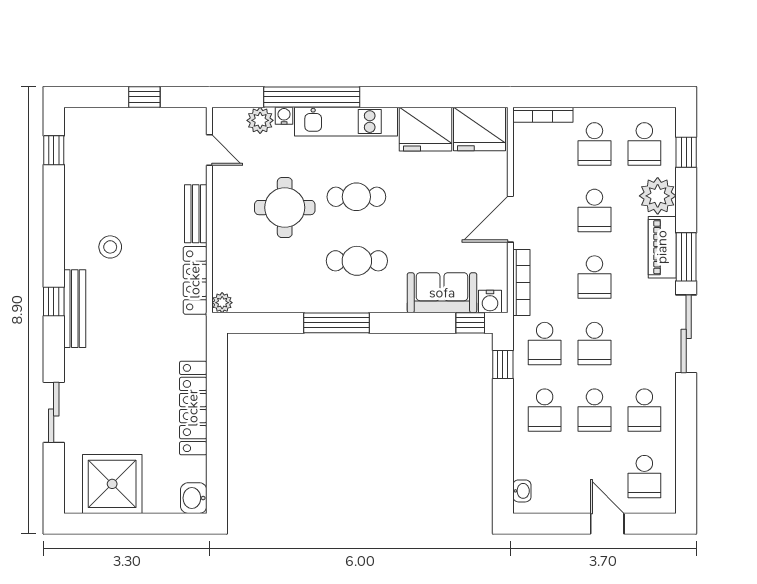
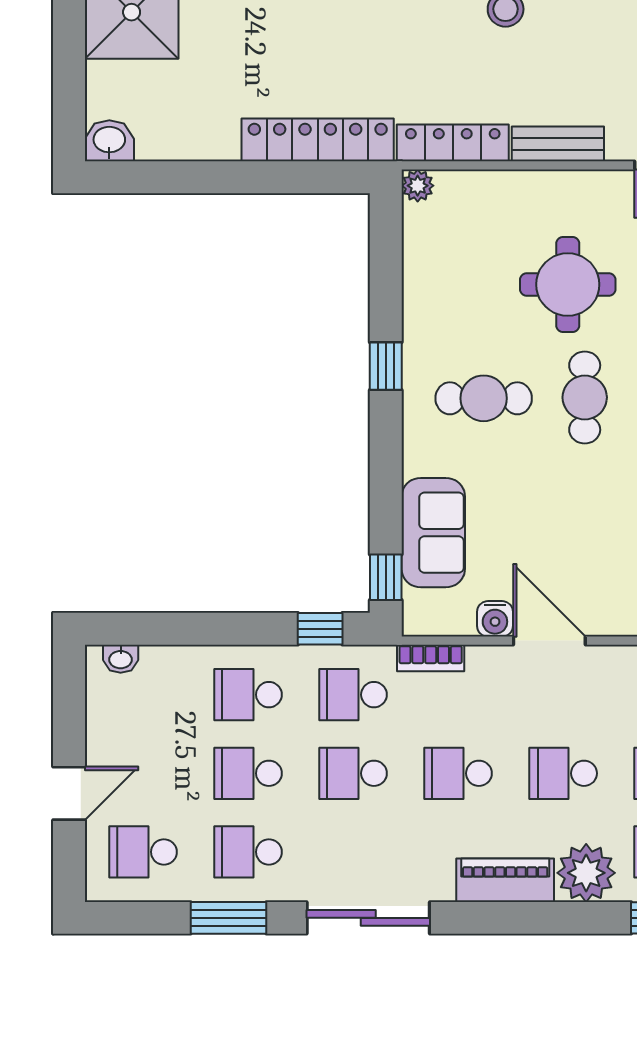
window: (686, 257) -> (229, 918), moved
cafe table: (357, 261) -> (484, 398), turned 90
bookcase: (521, 282) -> (431, 658), width x0.64
water cooler: (490, 301) -> (495, 619), moved, turned -90
window: (336, 323) -> (386, 366), width x0.46
locker: (193, 408) -> (318, 140), moved

